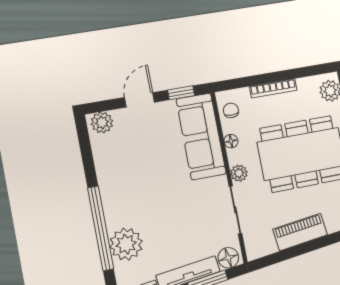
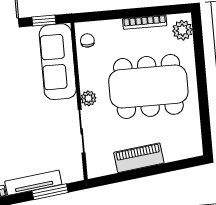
bookcase: (273, 88) -> (145, 22), moved
floor lamp: (231, 141) -> (84, 69), removed
floor lamp: (228, 258) -> (71, 173), removed

